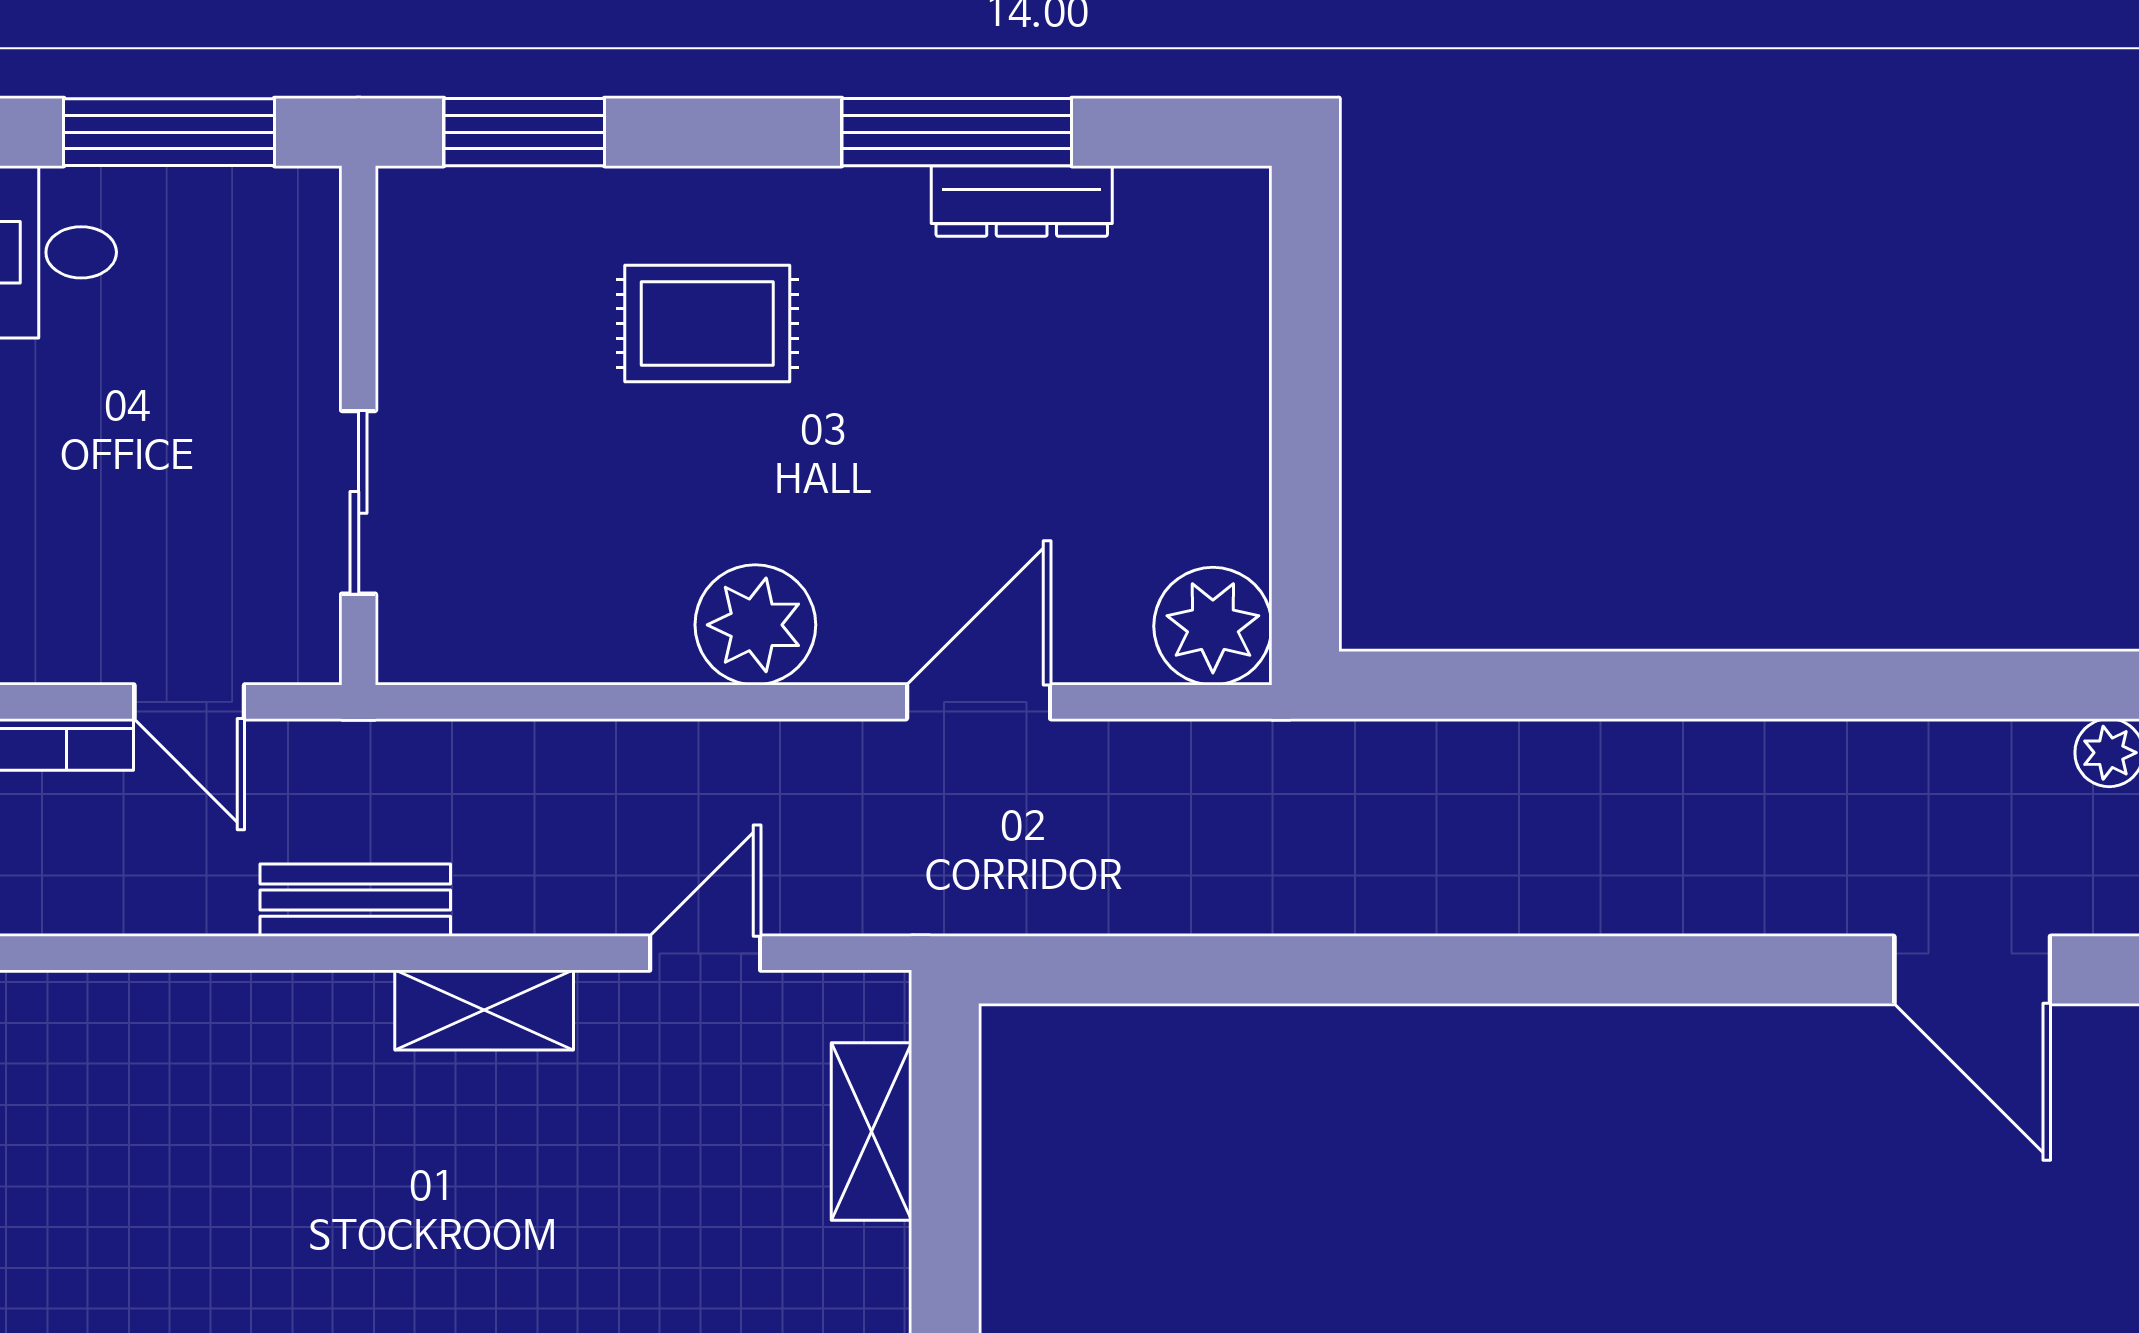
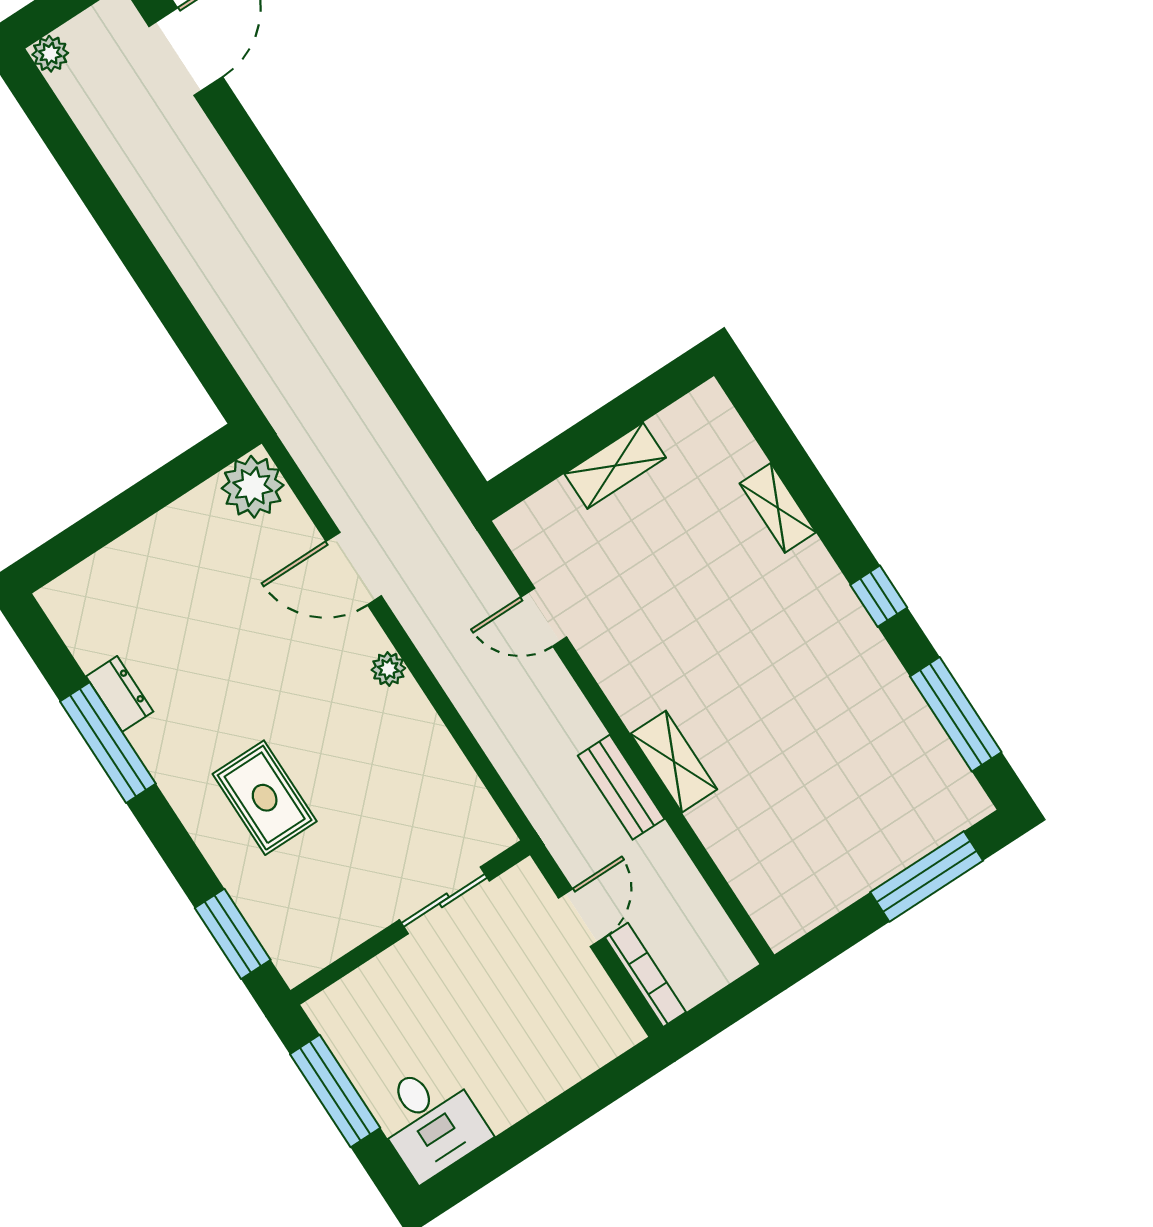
dresser: (1022, 201) -> (120, 694), width x0.70
plant: (755, 625) -> (388, 669), width x0.53, depth x0.53
shelving: (484, 1010) -> (674, 762), moved
shelving: (872, 1132) -> (615, 466), moved

